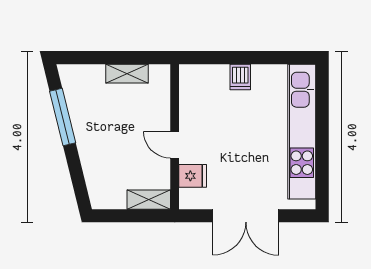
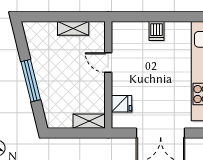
window: (63, 117) -> (31, 81), moved
door: (175, 145) -> (108, 63), moved

